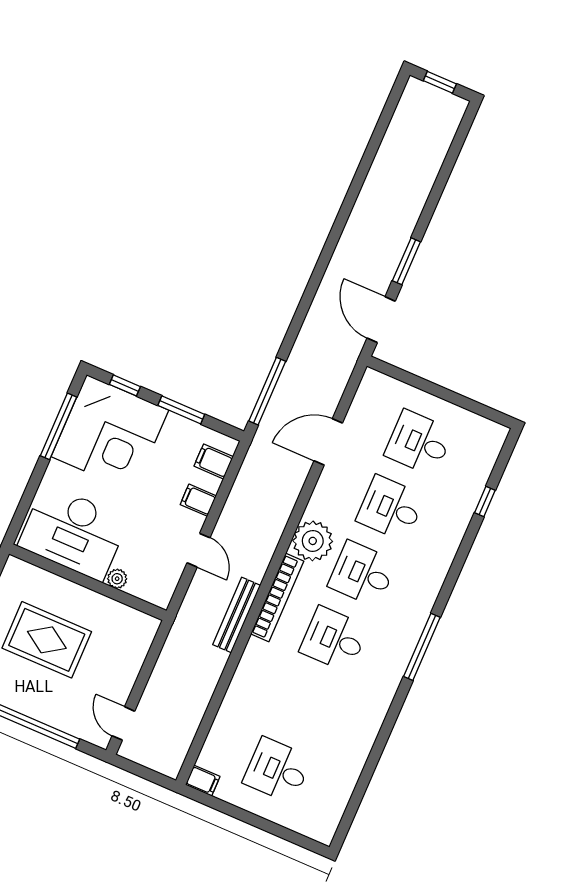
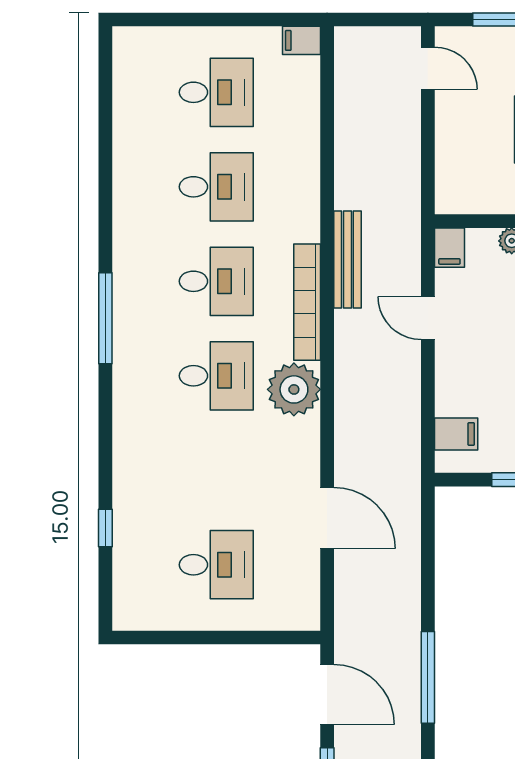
window: (267, 391) -> (428, 677), moved
door: (328, 442) -> (327, 518), hinge flipped
filing cabinet: (198, 500) -> (449, 248), moved, turned 90
desk: (391, 508) -> (216, 187), moved

